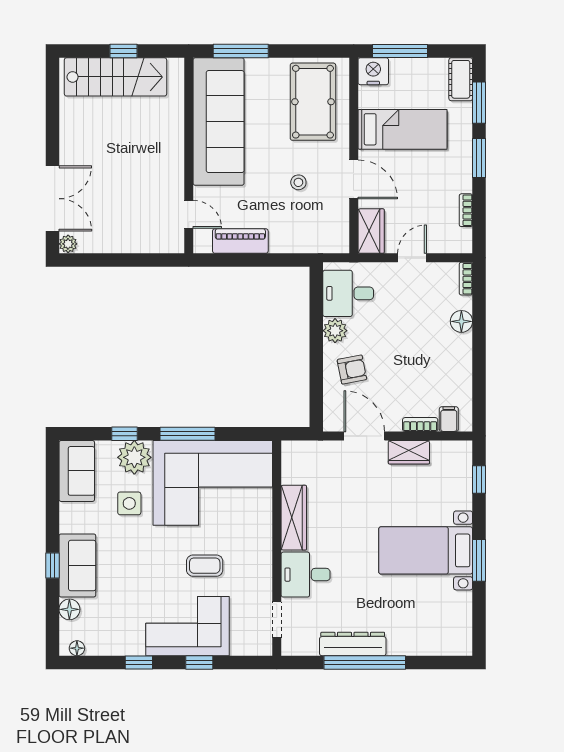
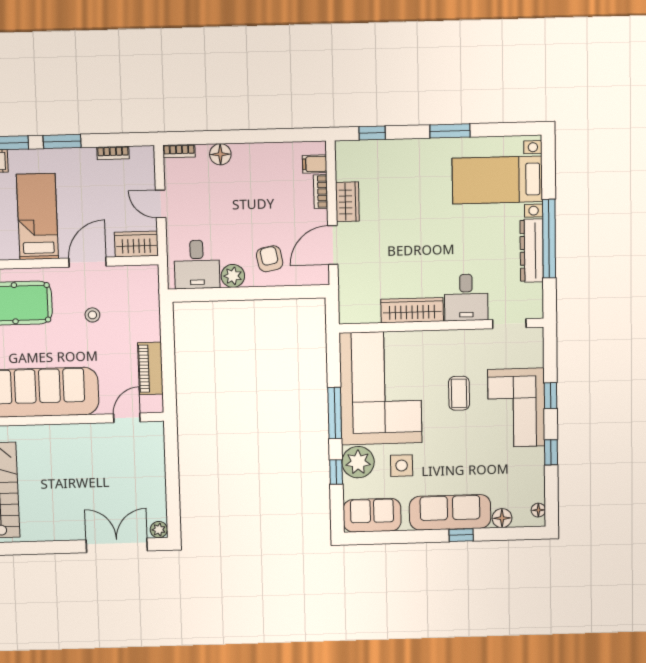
bed with nightstands: (426, 550) -> (497, 180), moved, turned 90
sofa: (77, 565) -> (450, 512), width x1.36

